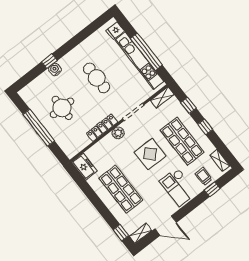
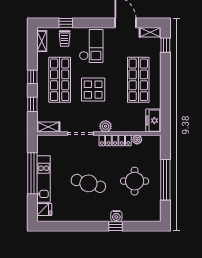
kitchen unit: (139, 61) -> (44, 179), width x0.73
cafe table: (97, 78) -> (88, 183), turned -74
plant: (85, 142) -> (137, 140), added

